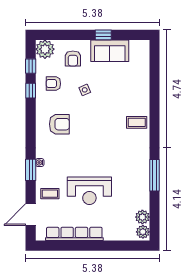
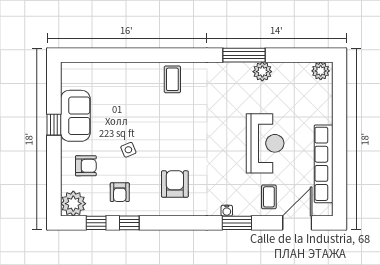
door: (31, 214) -> (297, 223), swing flipped
plant: (142, 217) -> (262, 72), moved

